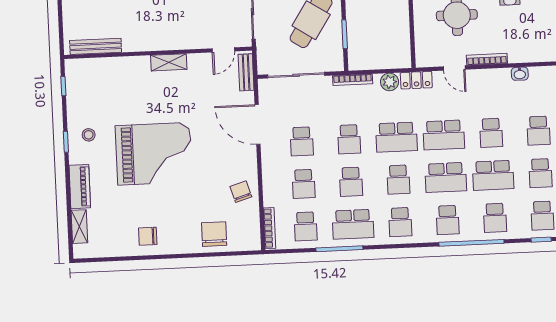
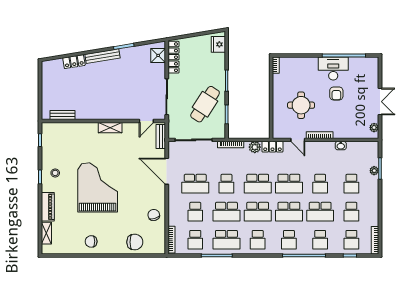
bench: (96, 46) -> (62, 115), width x0.73
school desk: (302, 141) -> (195, 184), width x1.85
grand piano: (154, 154) -> (98, 187), turned -90
school desk: (398, 180) -> (258, 212), width x1.85
school desk: (351, 182) -> (226, 212), width x1.85
chair: (214, 234) -> (135, 242), turned 90

